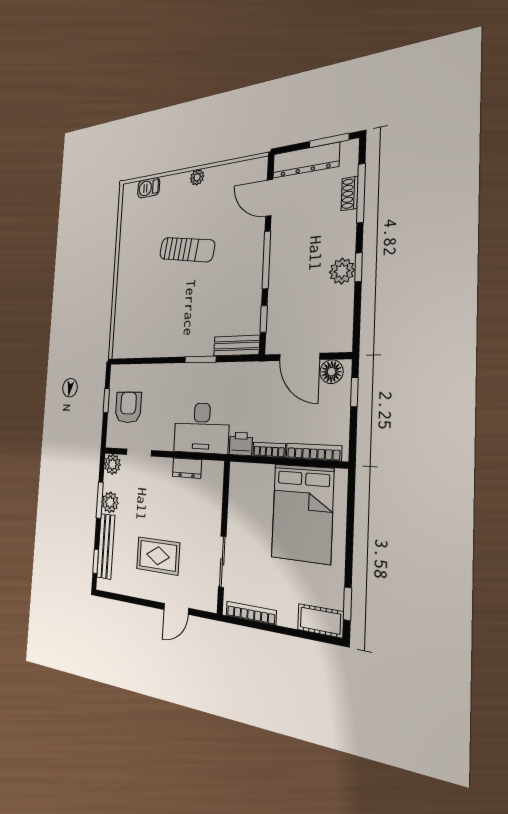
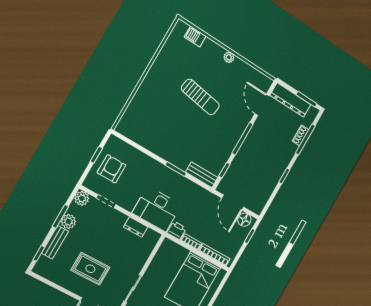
plant: (342, 271) -> (276, 172), removed
bench: (106, 546) -> (55, 242), width x0.73

